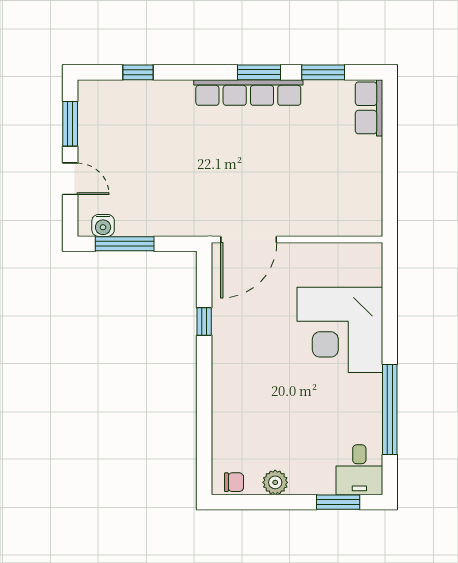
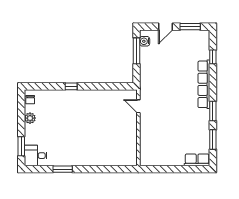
row of seats: (248, 92) -> (204, 84), moved
door: (249, 239) -> (138, 106), width x0.53
window: (204, 322) -> (71, 86), moved
corner desk: (340, 330) -> (98, 147), removed
window: (390, 409) -> (63, 169), width x0.47

